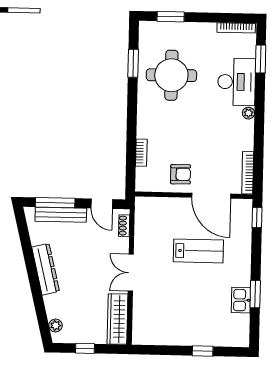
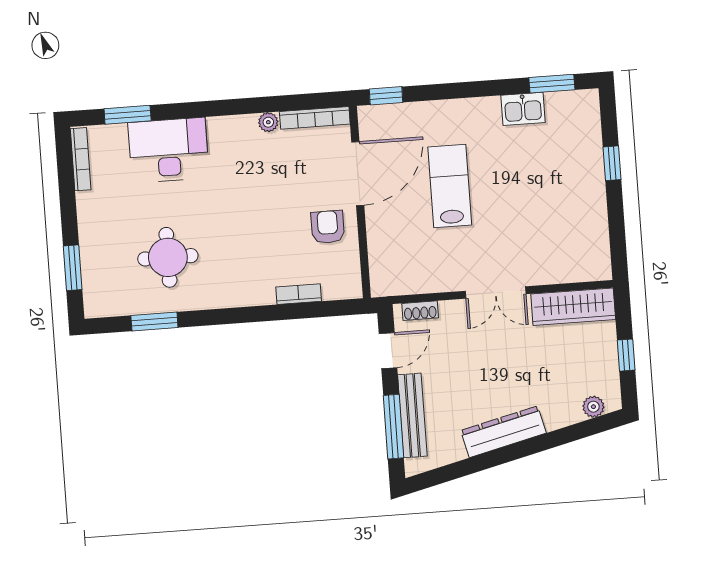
round table: (171, 75) -> (168, 257), width x0.73, depth x0.73
plant: (248, 113) -> (268, 122), moved
window: (255, 294) -> (552, 84), moved

